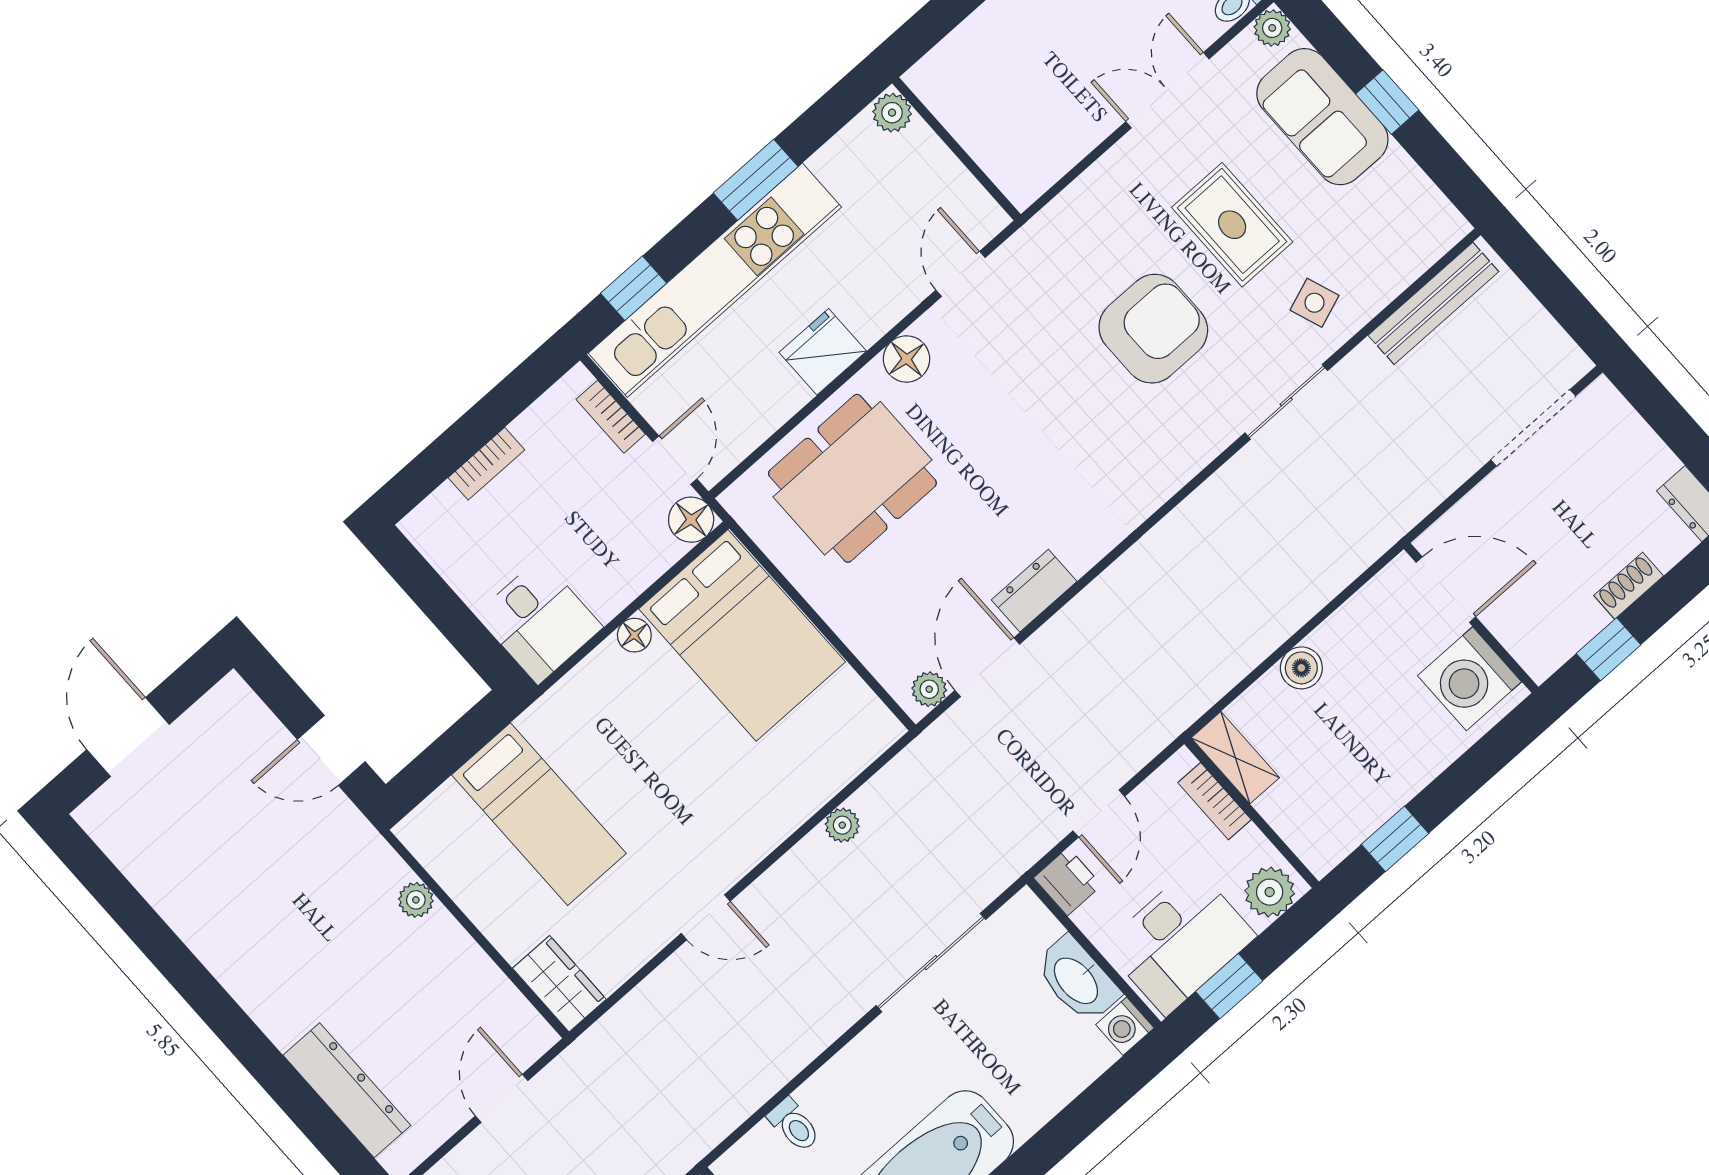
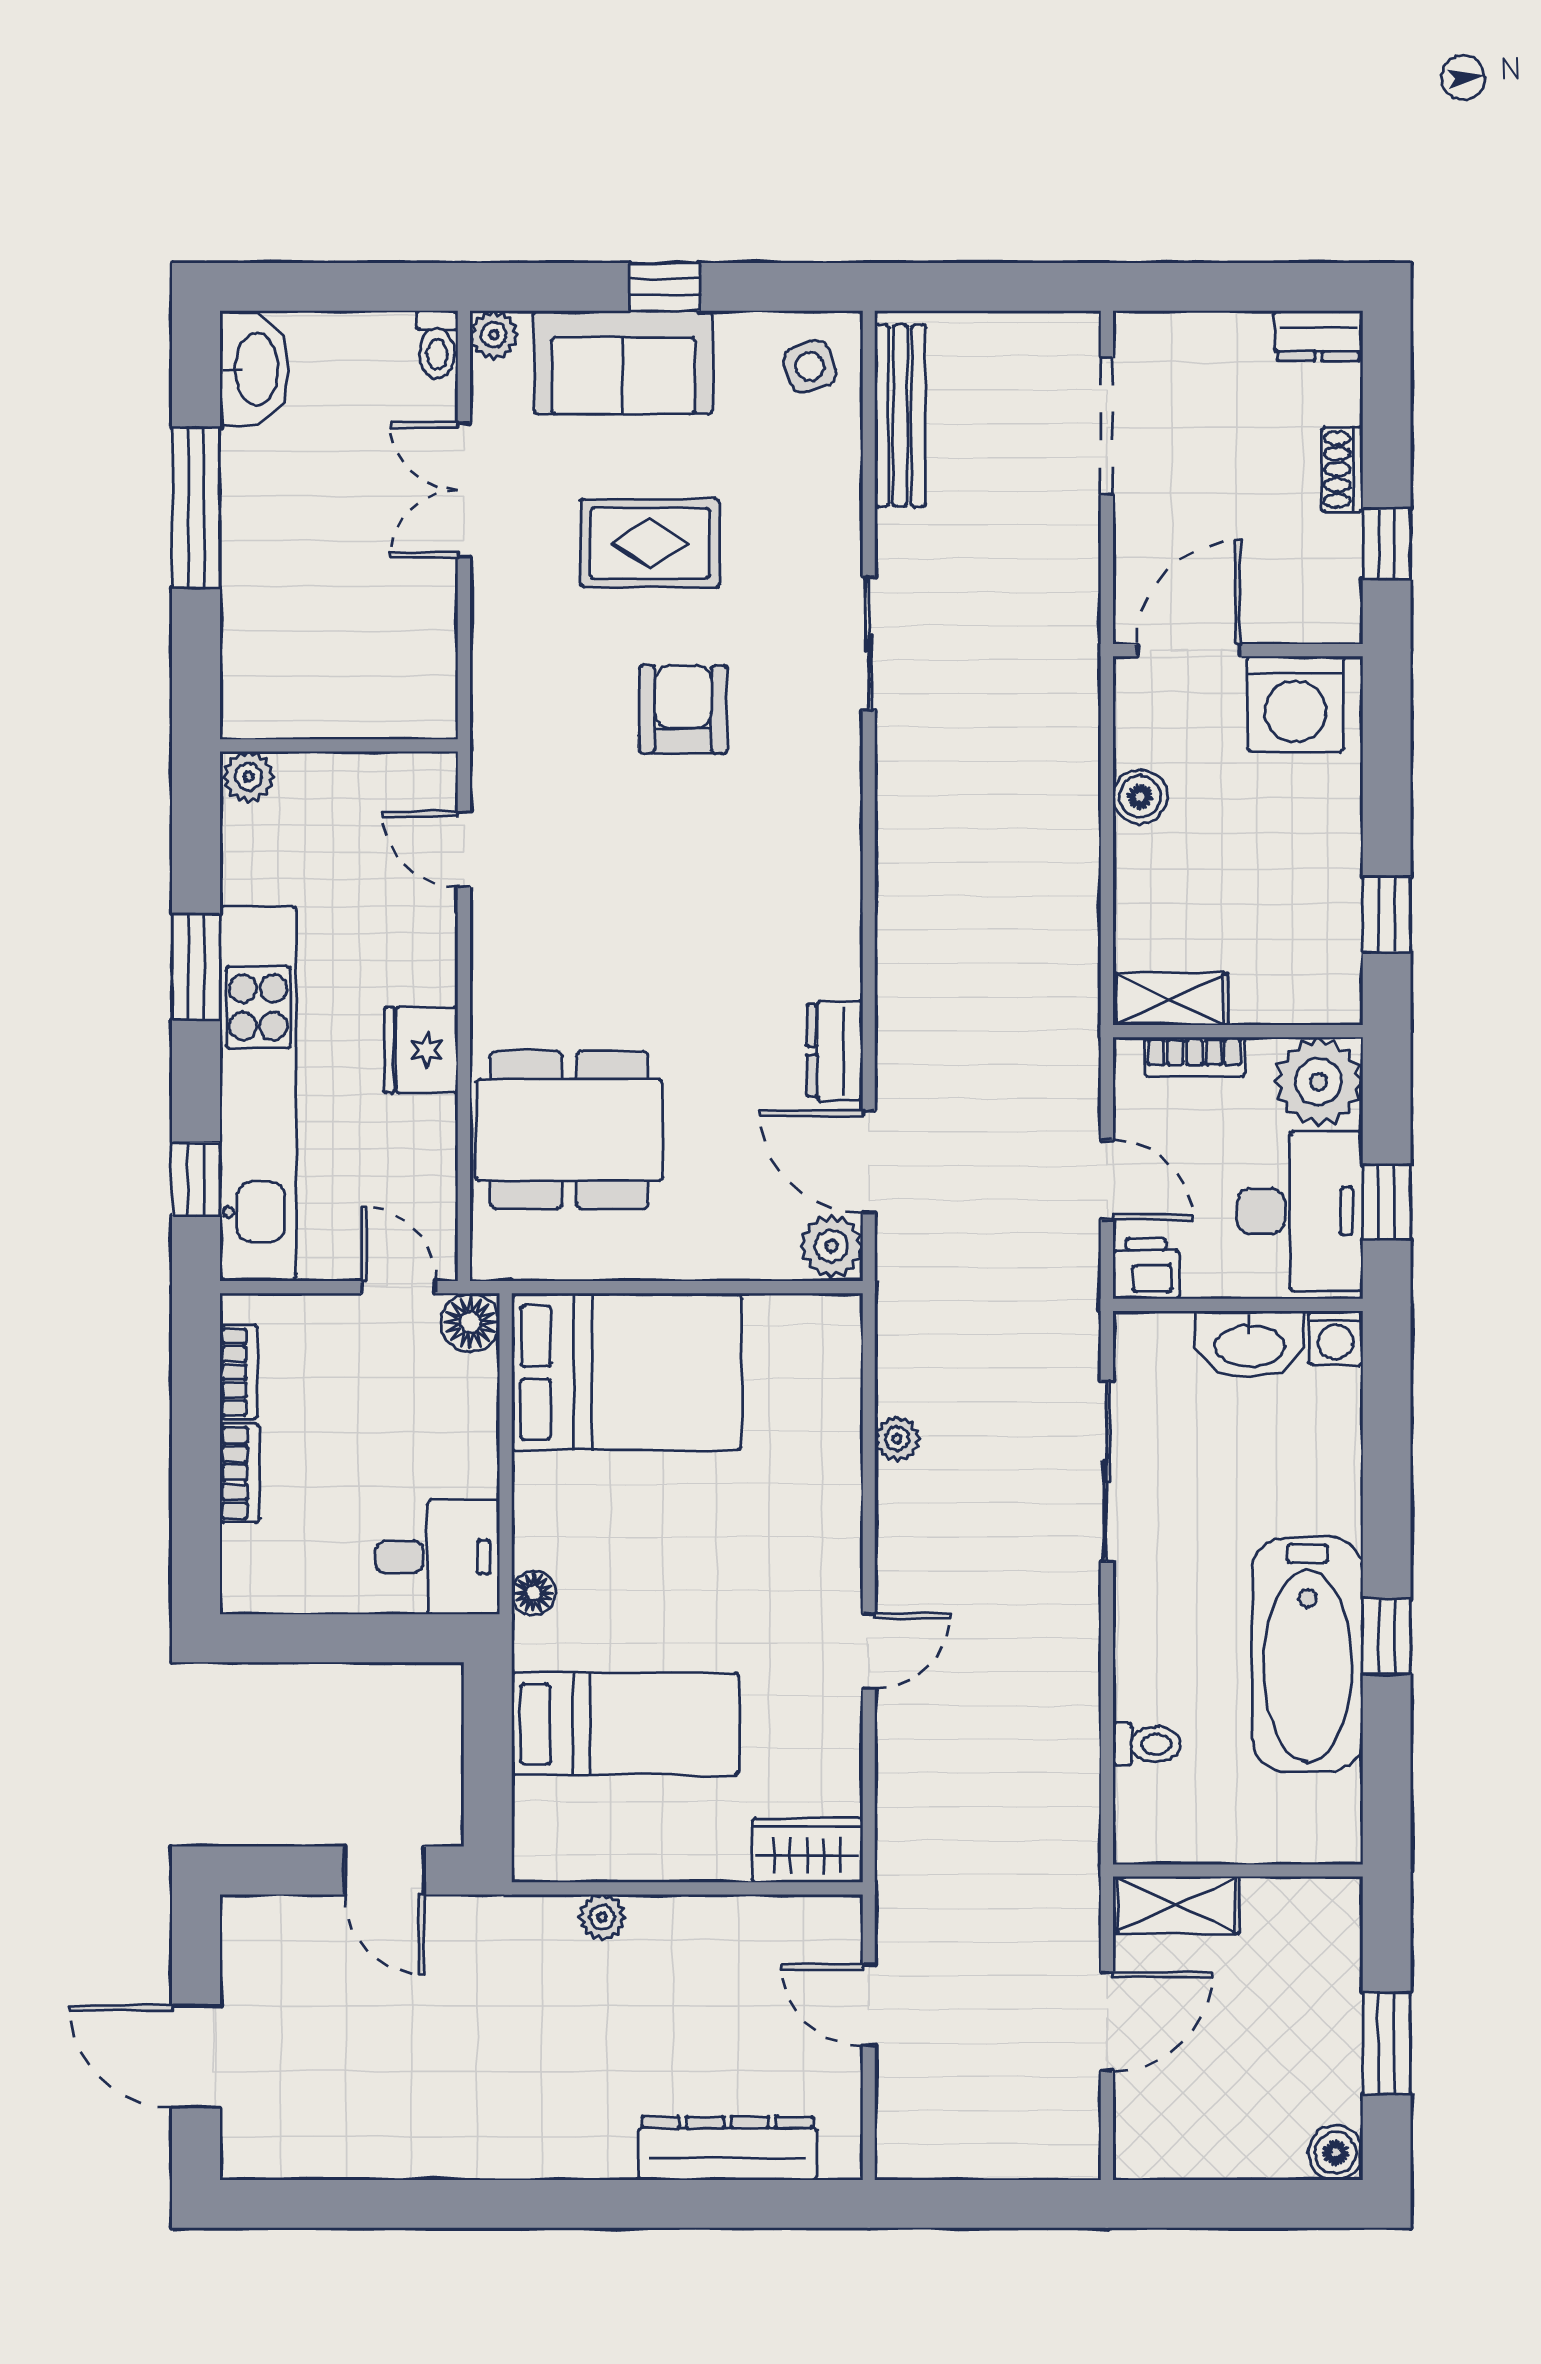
side table: (1314, 303) -> (810, 367), moved
armchair: (1153, 329) -> (683, 709), width x0.73, depth x0.73
floor lamp: (906, 359) -> (500, 975), removed
bookcase: (611, 417) -> (239, 1372), moved, turned -90
dining table: (852, 478) -> (569, 1130), turned 90
floor lamp: (634, 635) -> (533, 1593), moved
boiler: (1301, 668) -> (1140, 797), moved
plant: (929, 689) -> (832, 1246), width x1.38, depth x1.38
door: (331, 750) -> (384, 1870), hinge flipped
plant: (1270, 892) -> (1318, 1082), width x1.36, depth x1.36

